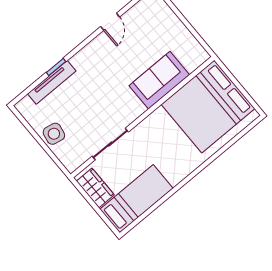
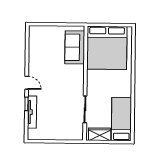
door: (110, 22) -> (27, 83), moved
sofa: (159, 80) -> (75, 47), moved
side table: (54, 134) -> (57, 132), removed

